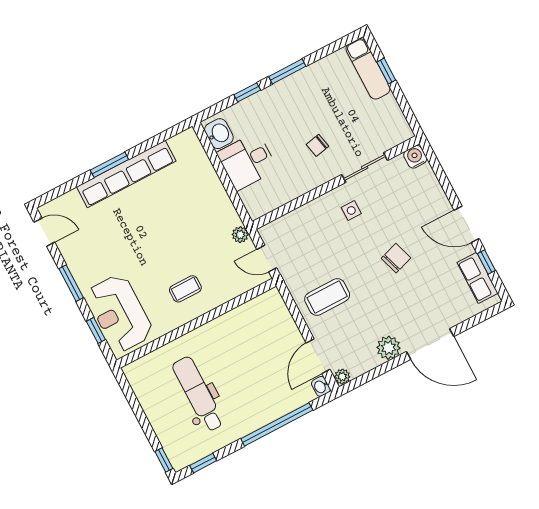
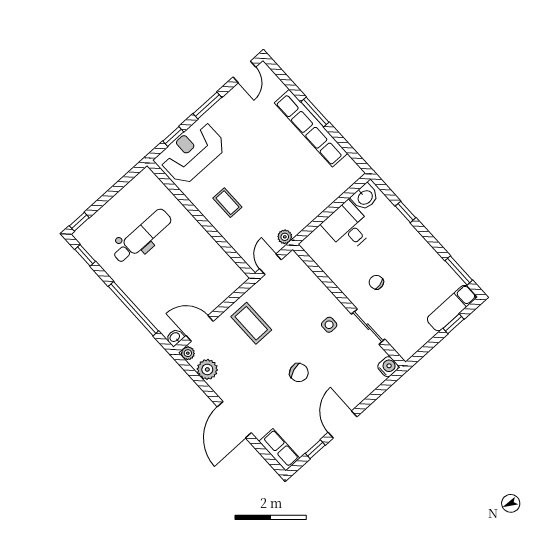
window: (287, 71) -> (459, 270), moved
row of seats: (477, 278) -> (279, 450), moved, turned 90
plant: (389, 348) -> (207, 369), moved

